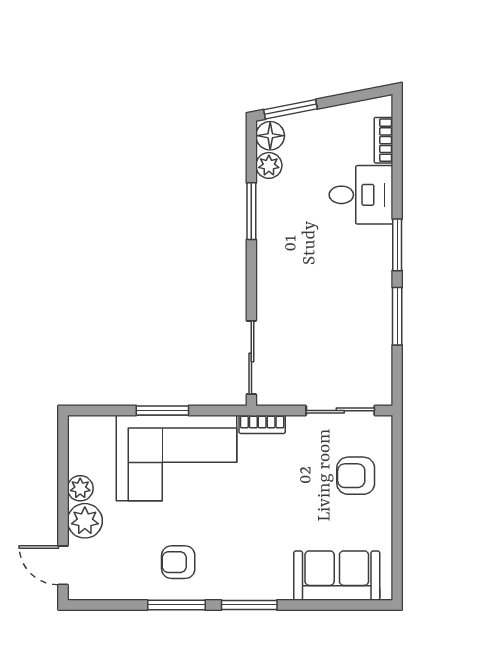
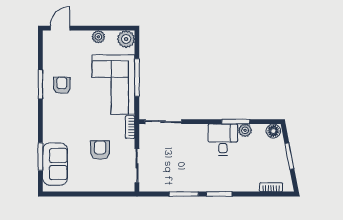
window: (291, 109) -> (289, 156), moved
plant: (269, 165) -> (245, 130), moved
desk: (361, 195) -> (223, 140), moved, turned 180
window: (162, 411) -> (137, 77), width x1.44
armchair: (356, 476) -> (100, 150), moved
plant: (85, 521) -> (126, 39), moved
window: (249, 605) -> (40, 157), moved

